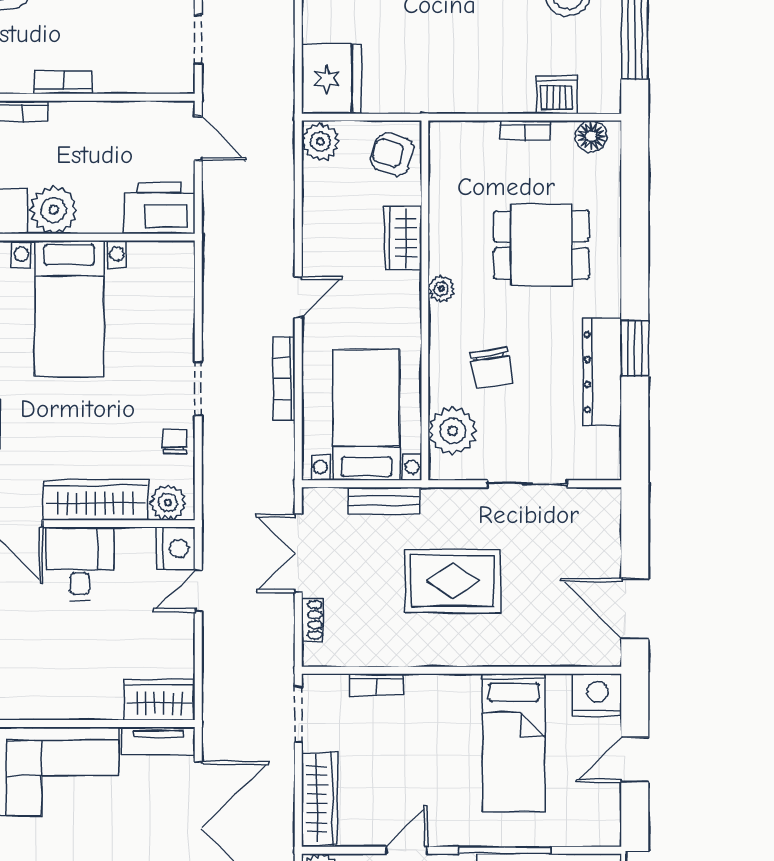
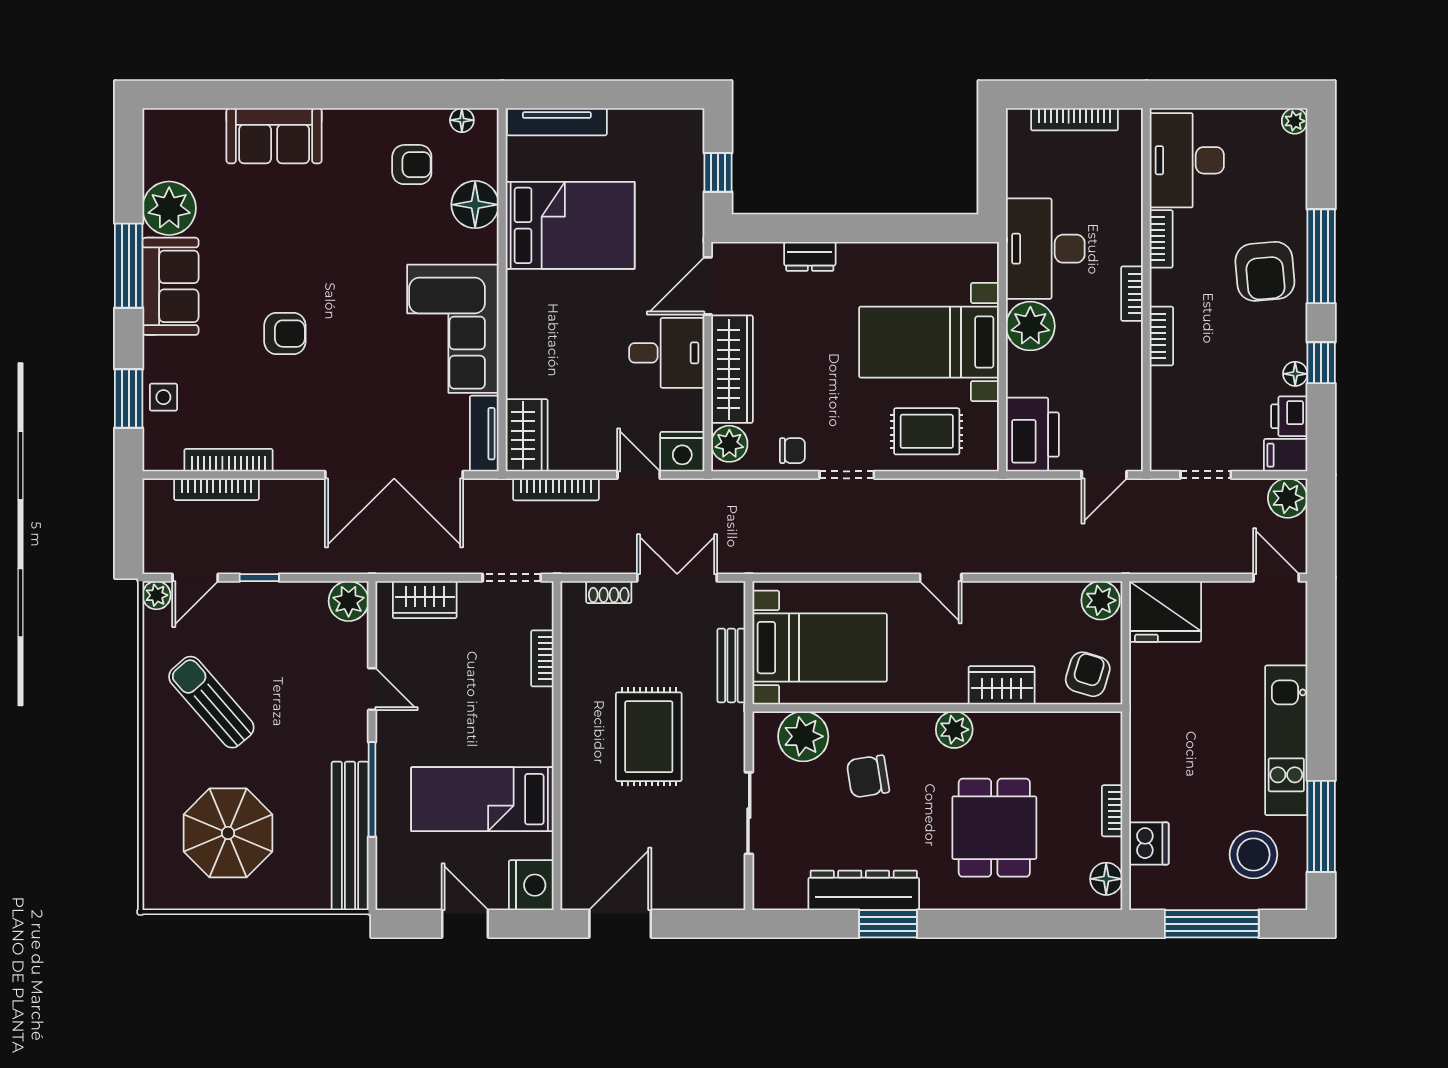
plant: (441, 289) -> (954, 730), width x1.38, depth x1.38
rug: (156, 311) -> (927, 431), added
bookcase: (284, 379) -> (556, 489), moved, turned 180
wardrobe: (320, 799) -> (425, 600), width x0.67

